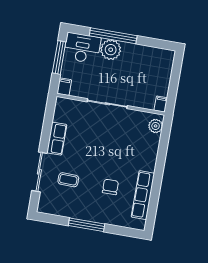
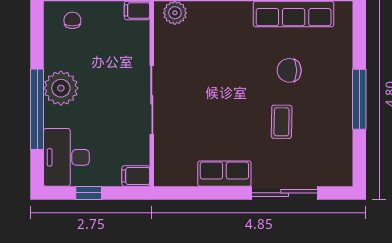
plant: (111, 50) -> (61, 88), moved
window: (59, 57) -> (89, 193), width x0.46
chair: (161, 65) -> (72, 20), added
coffee table: (68, 180) -> (282, 122), moved

